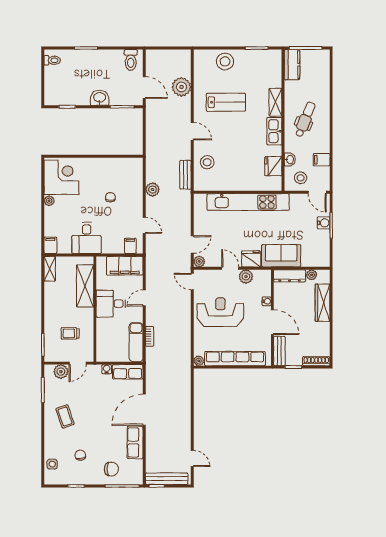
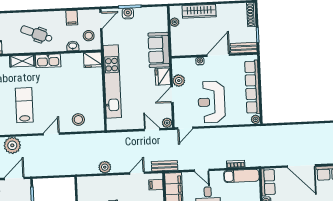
fridge: (273, 166) -> (93, 60), moved
bench: (185, 175) -> (165, 166), moved
dresser: (290, 276) -> (176, 42), removed

